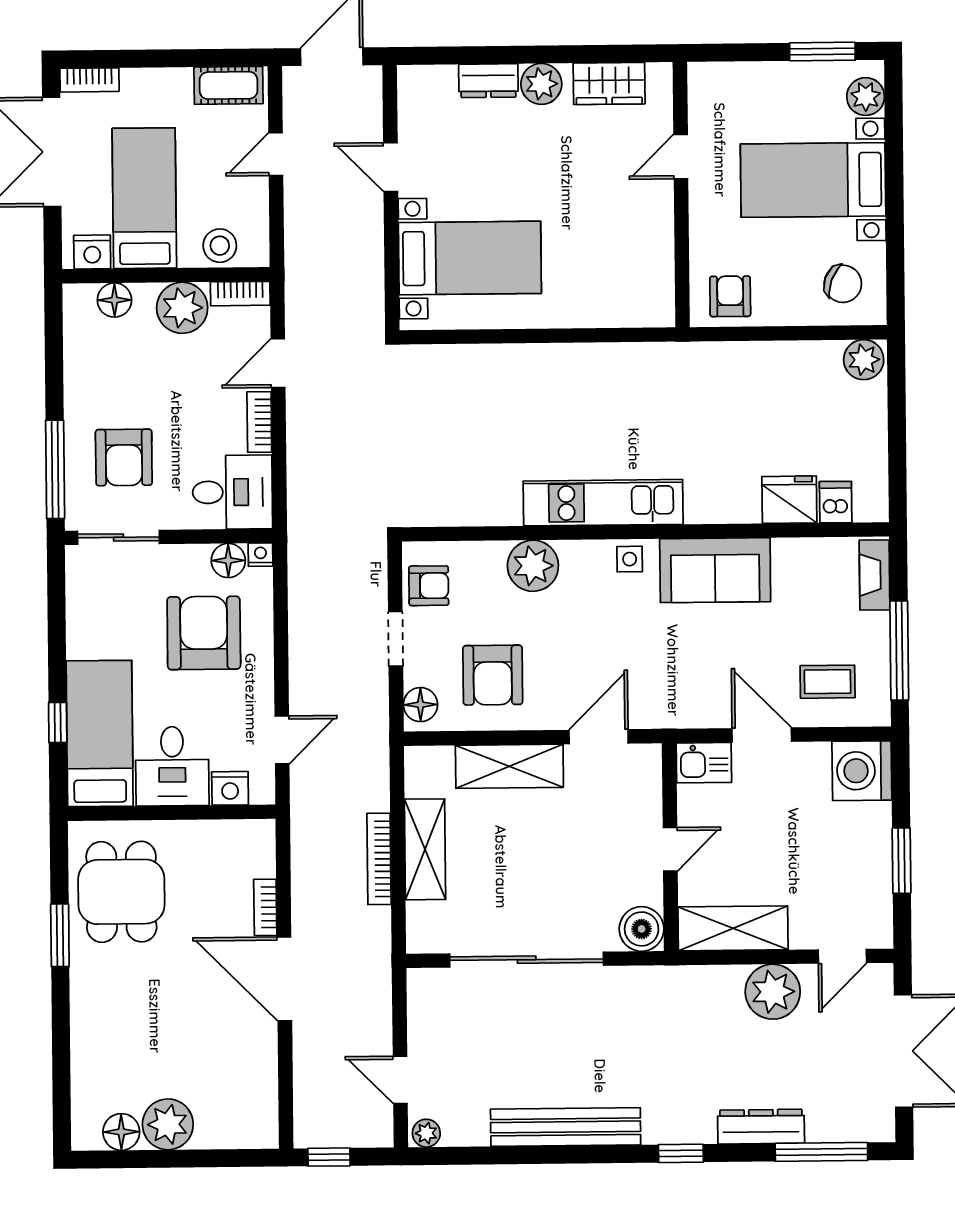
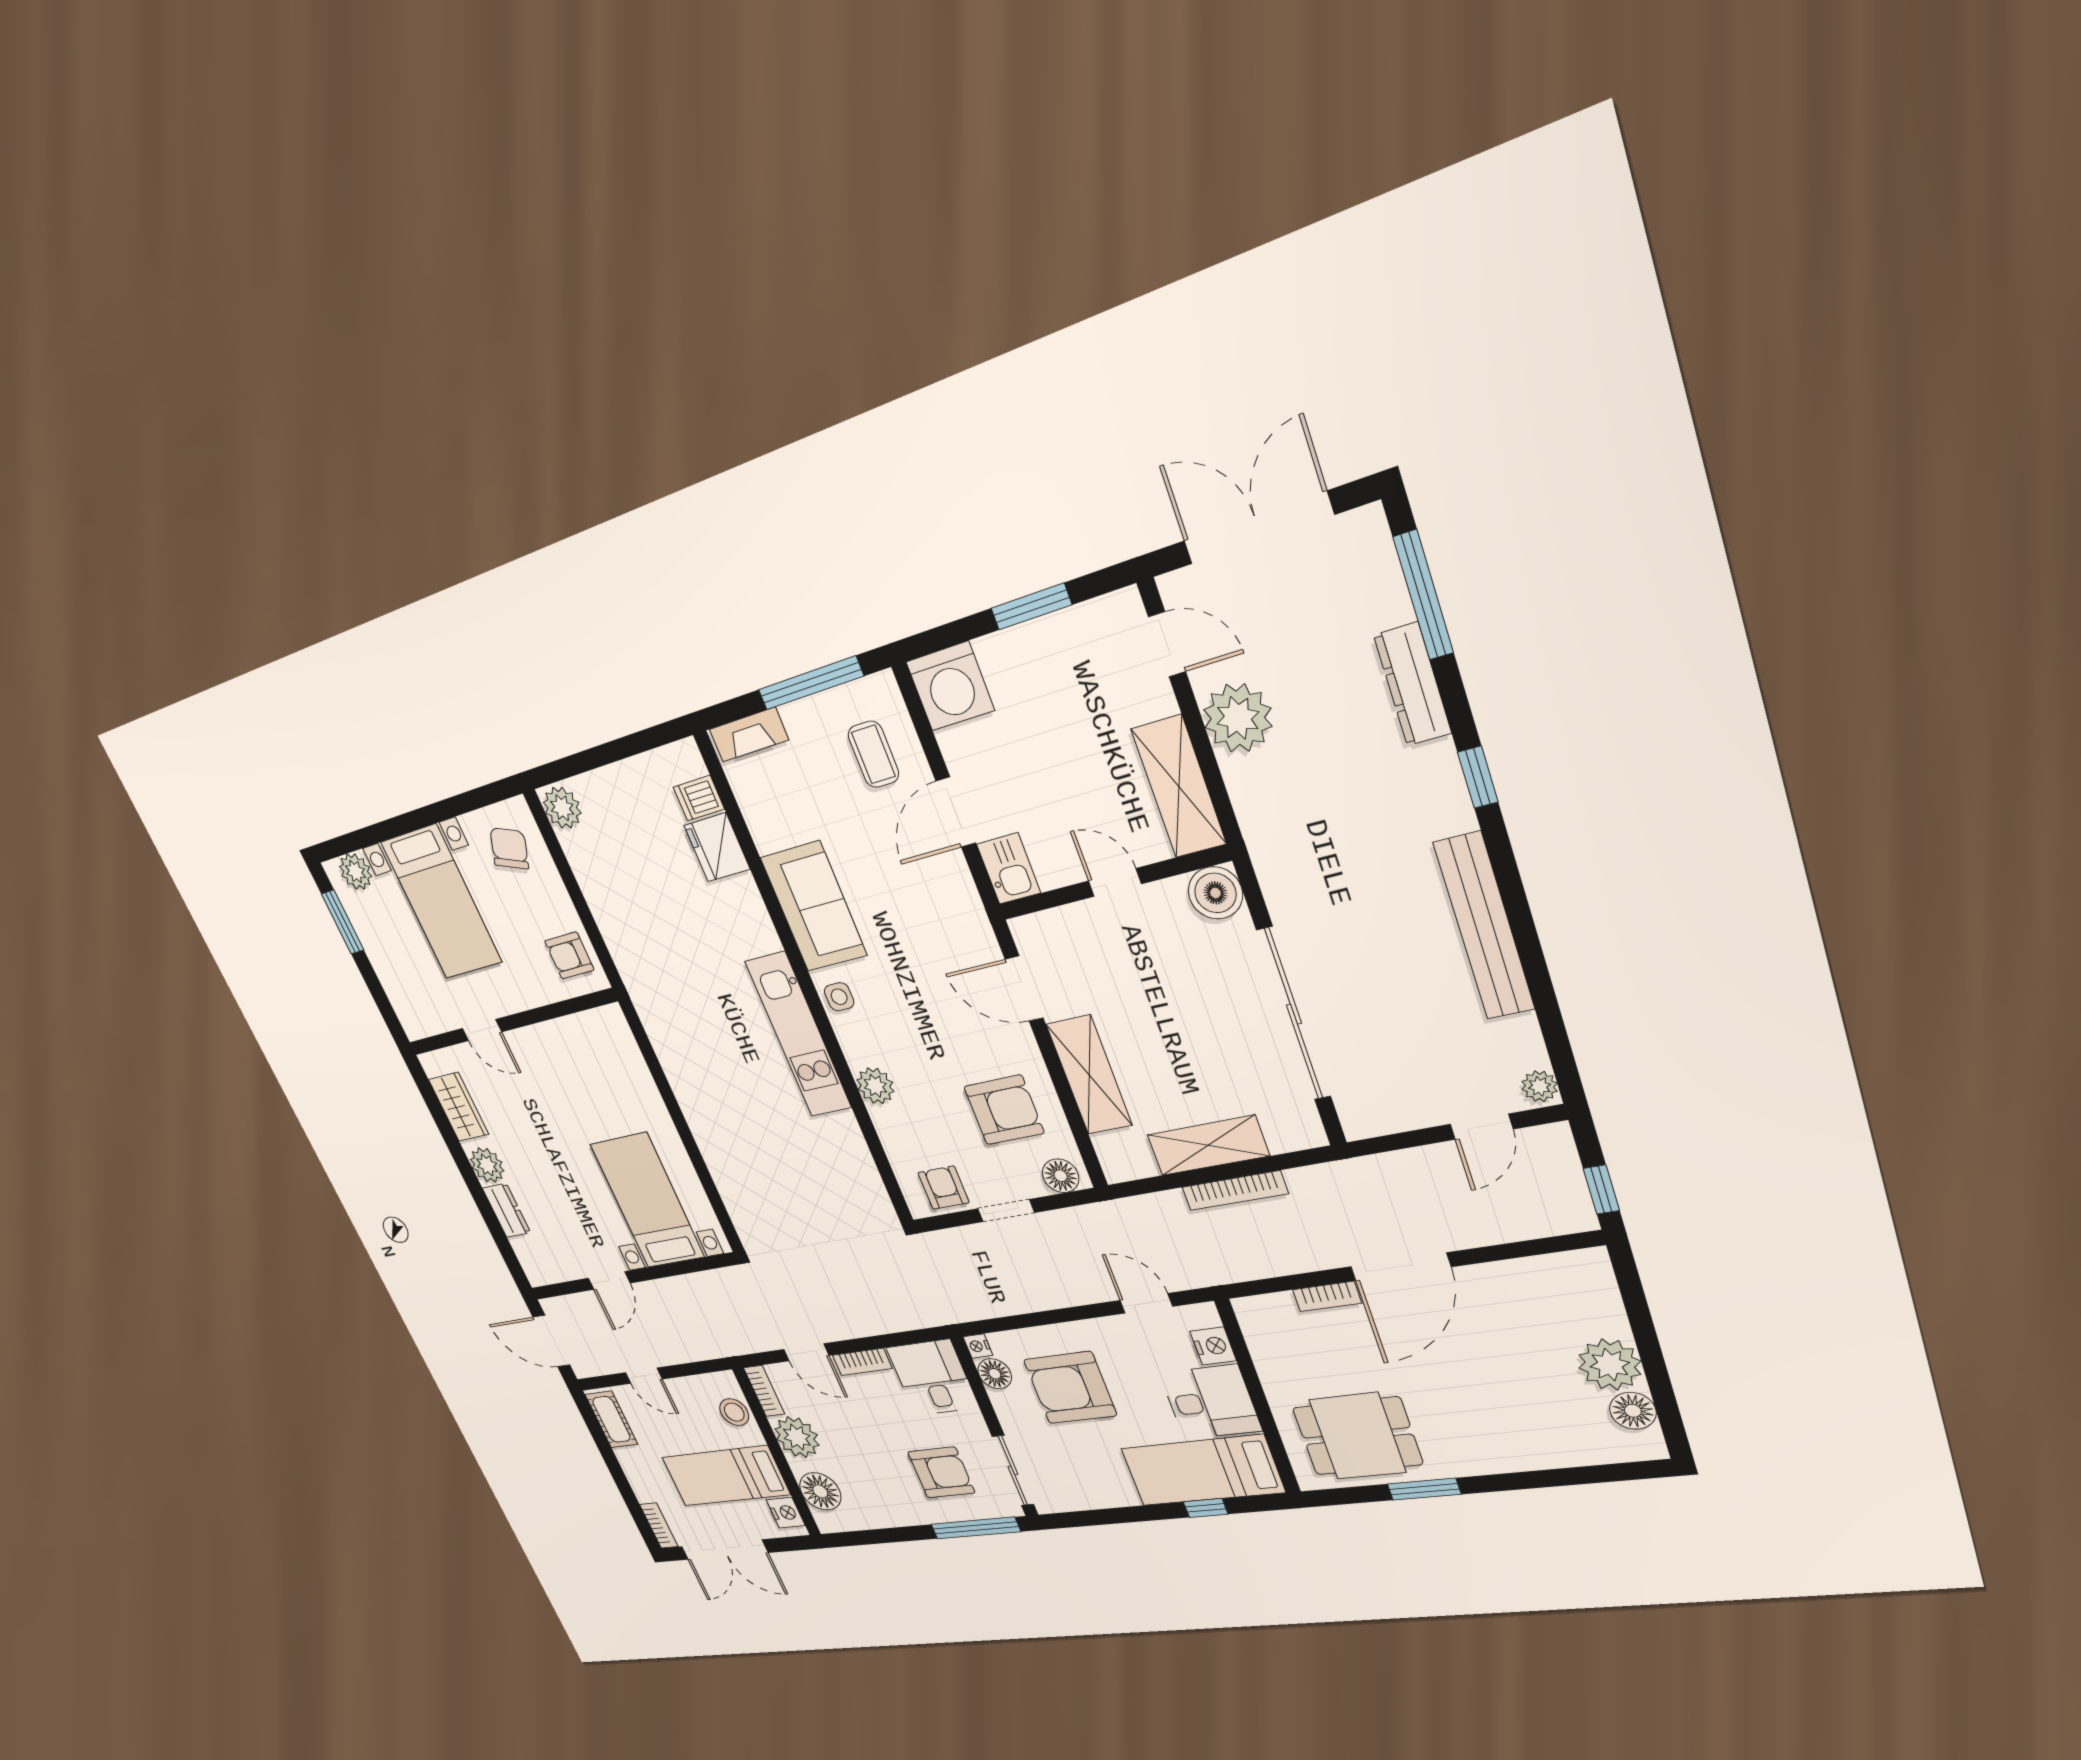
floor lamp: (114, 300) -> (820, 1491), width x1.38, depth x1.38
plant: (533, 566) -> (875, 1086), width x0.73, depth x0.73

